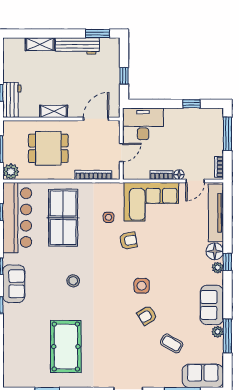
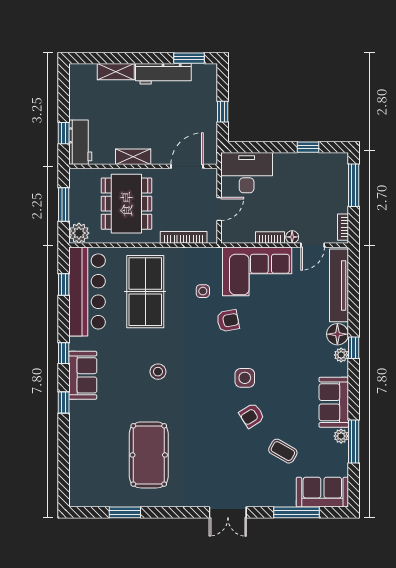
dining table: (48, 148) -> (126, 204), width x1.38

